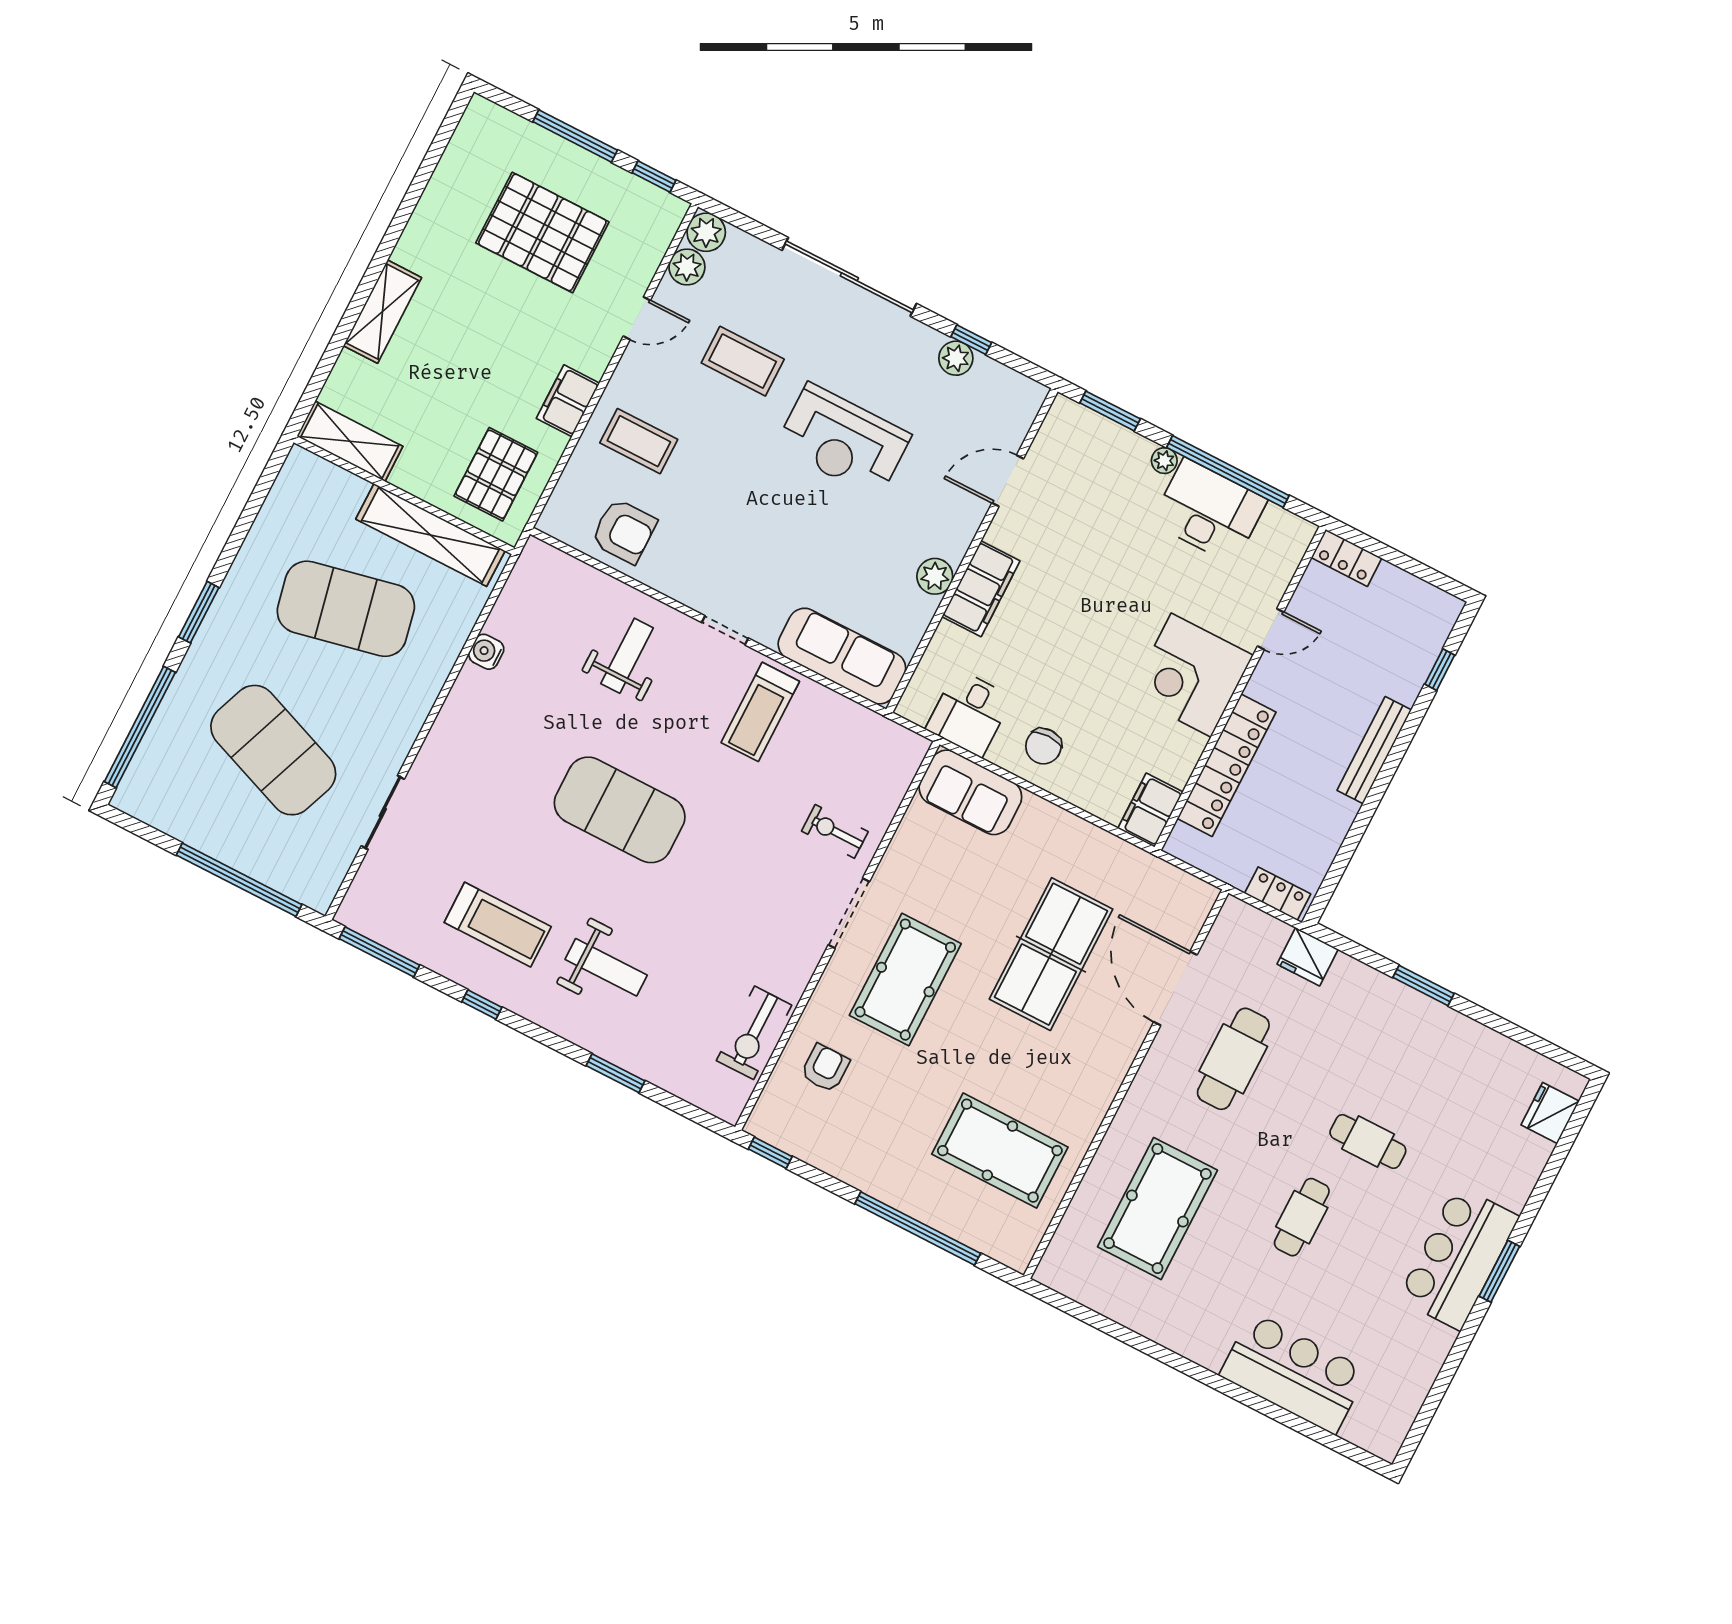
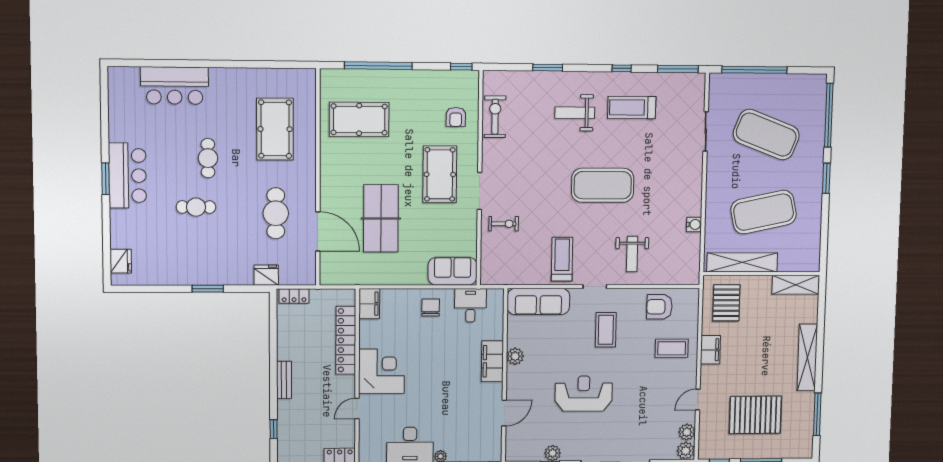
window: (425, 172) -> (817, 414), added
shelving: (382, 312) -> (807, 357), width x1.47
coffee table: (743, 361) -> (606, 330), moved, turned 90
bench: (1374, 750) -> (284, 380), width x0.73

